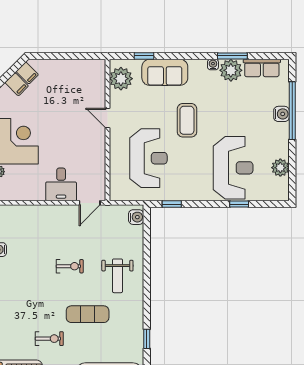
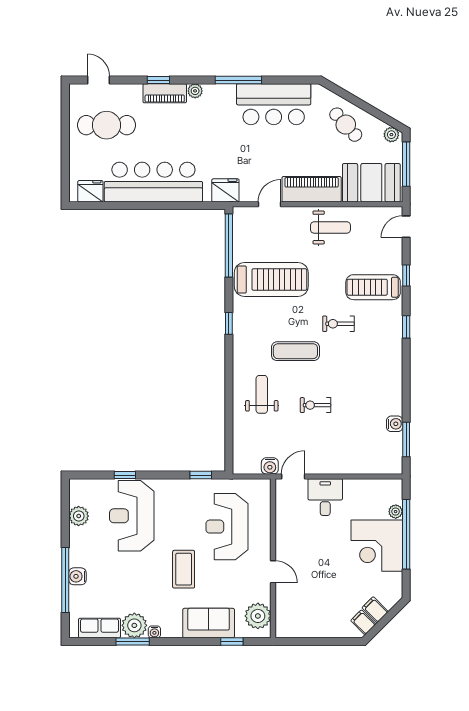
water cooler: (136, 217) -> (270, 466), moved, turned -90

